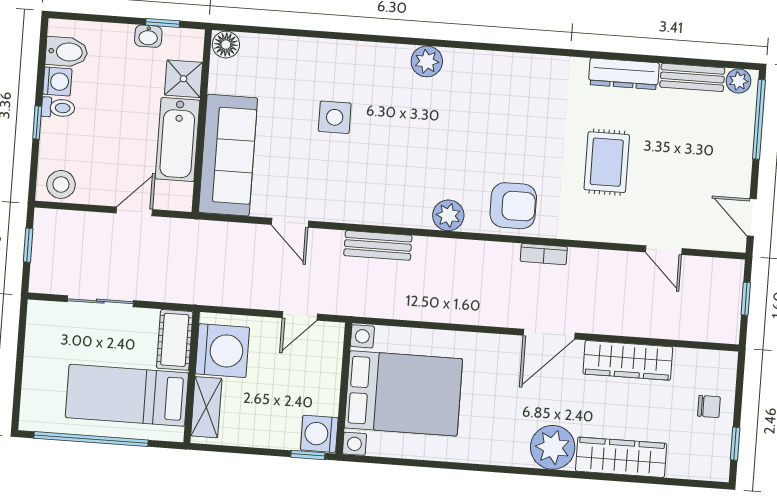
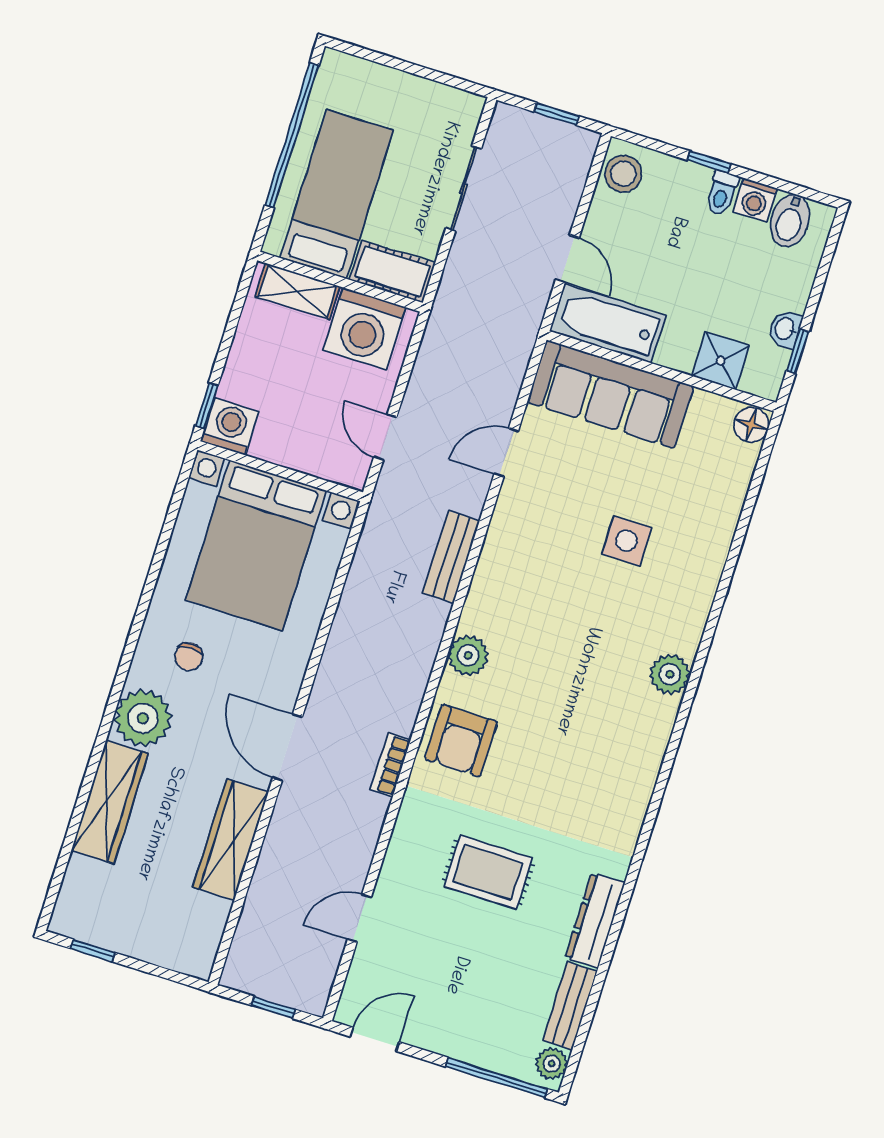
bathtub: (178, 140) -> (608, 323), moved
chair: (709, 406) -> (189, 657), moved

